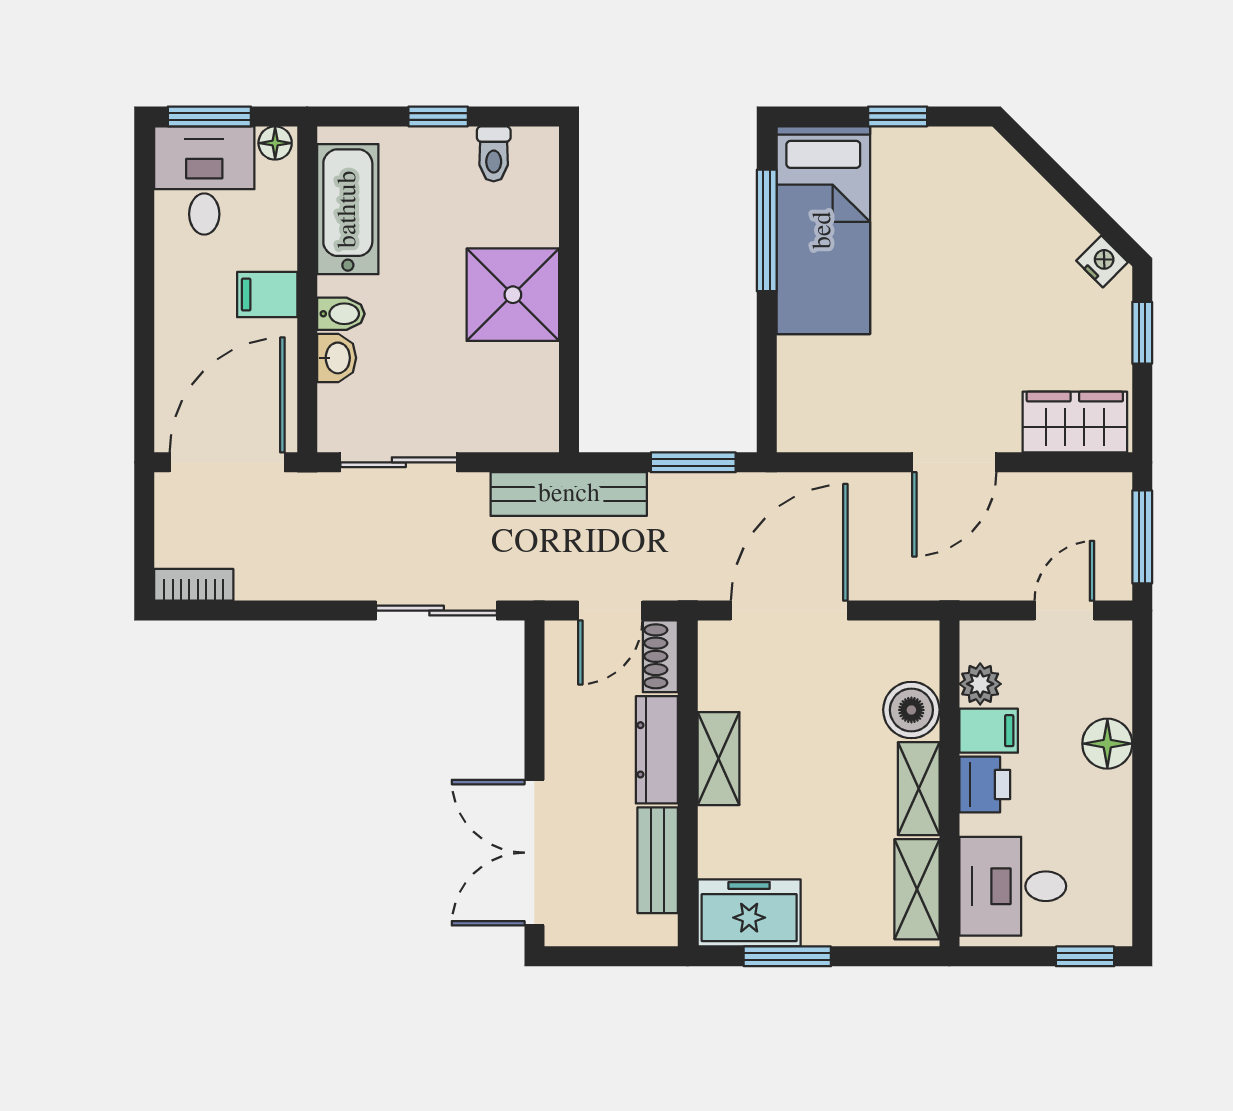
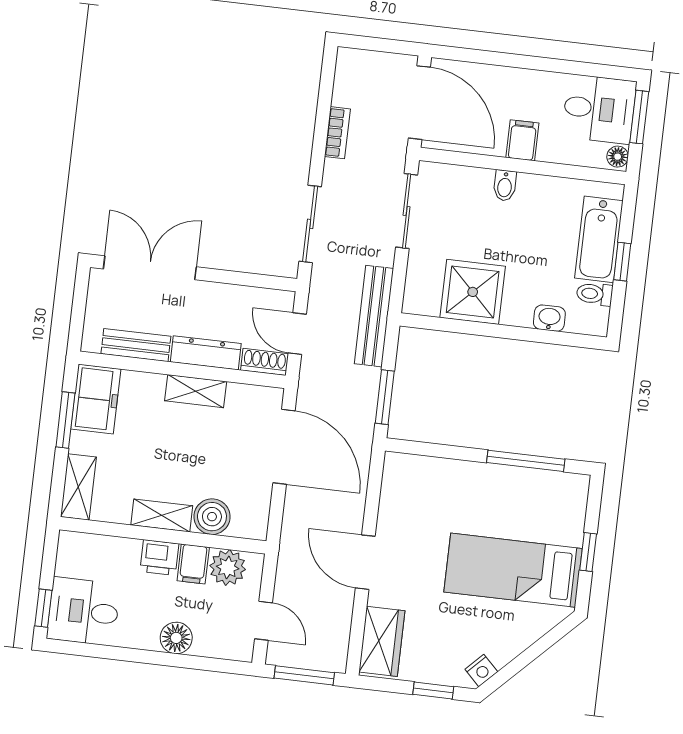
bathtub: (348, 209) -> (599, 239), moved, turned 90
bed: (823, 230) -> (513, 570), moved
shower: (513, 295) -> (473, 292), moved
washbasin: (337, 358) -> (549, 318), moved, turned 180
bookcase: (194, 585) -> (337, 133), moved
plant: (980, 684) -> (228, 568), width x1.38, depth x1.38
desk: (1013, 886) -> (84, 611), moved, turned -90
shelving: (917, 889) -> (78, 487), moved, turned 90

